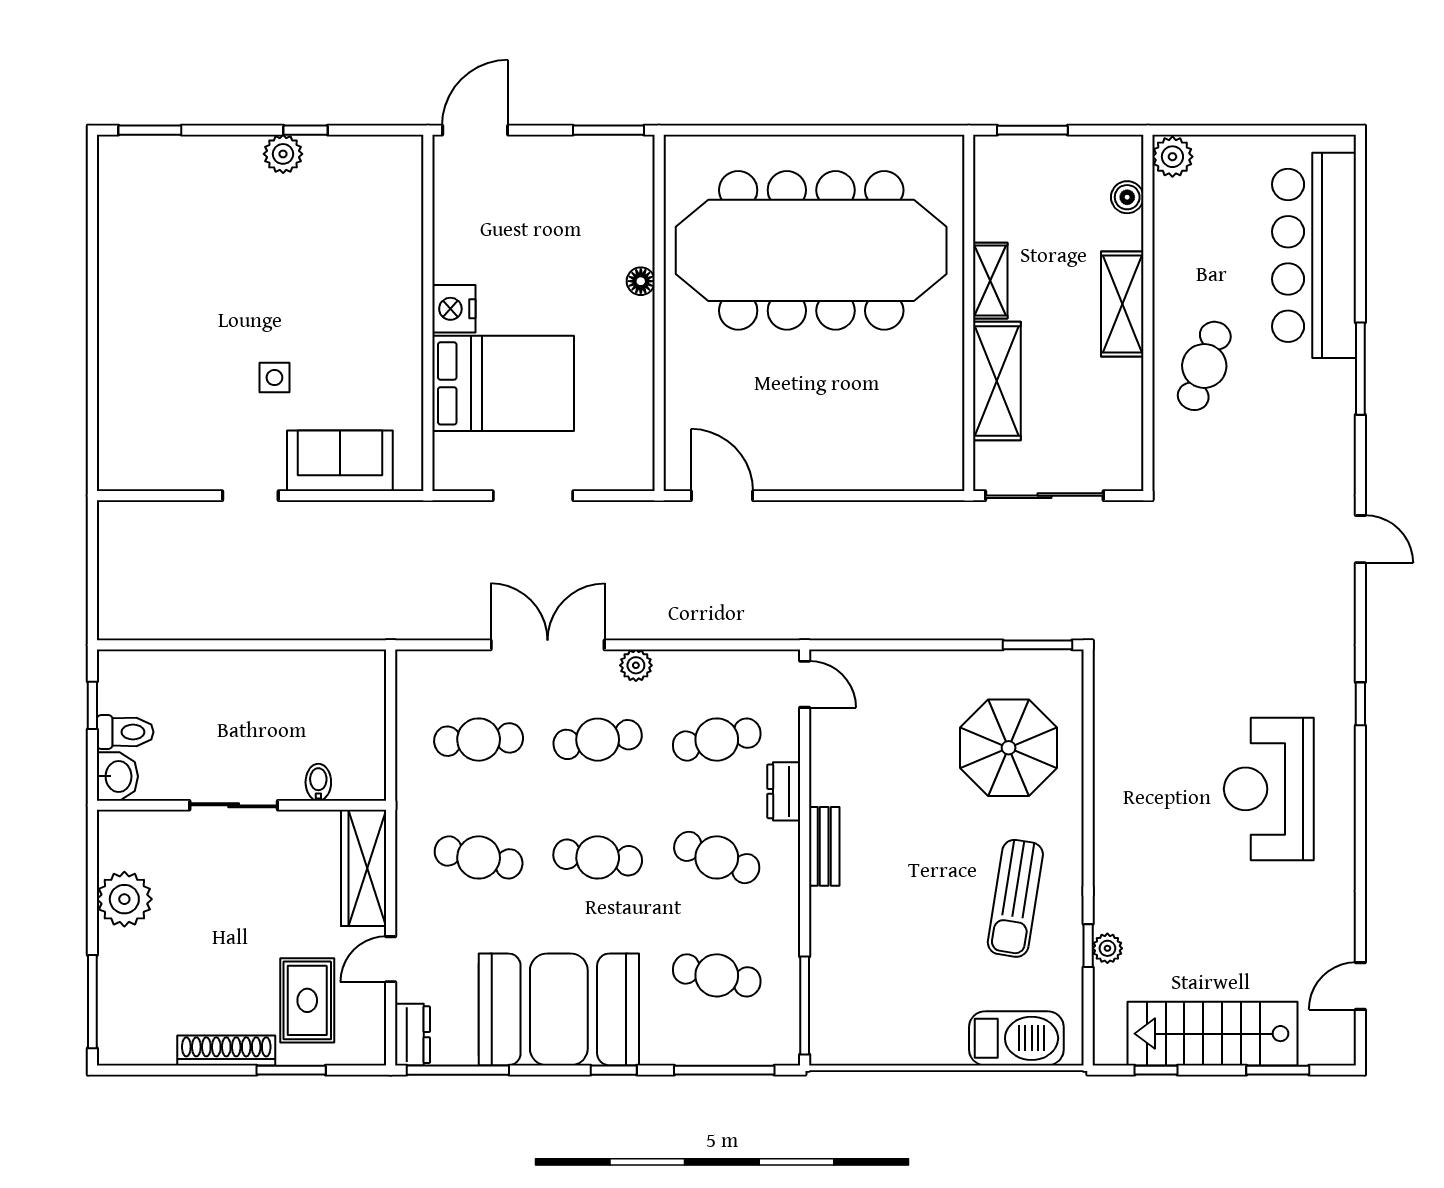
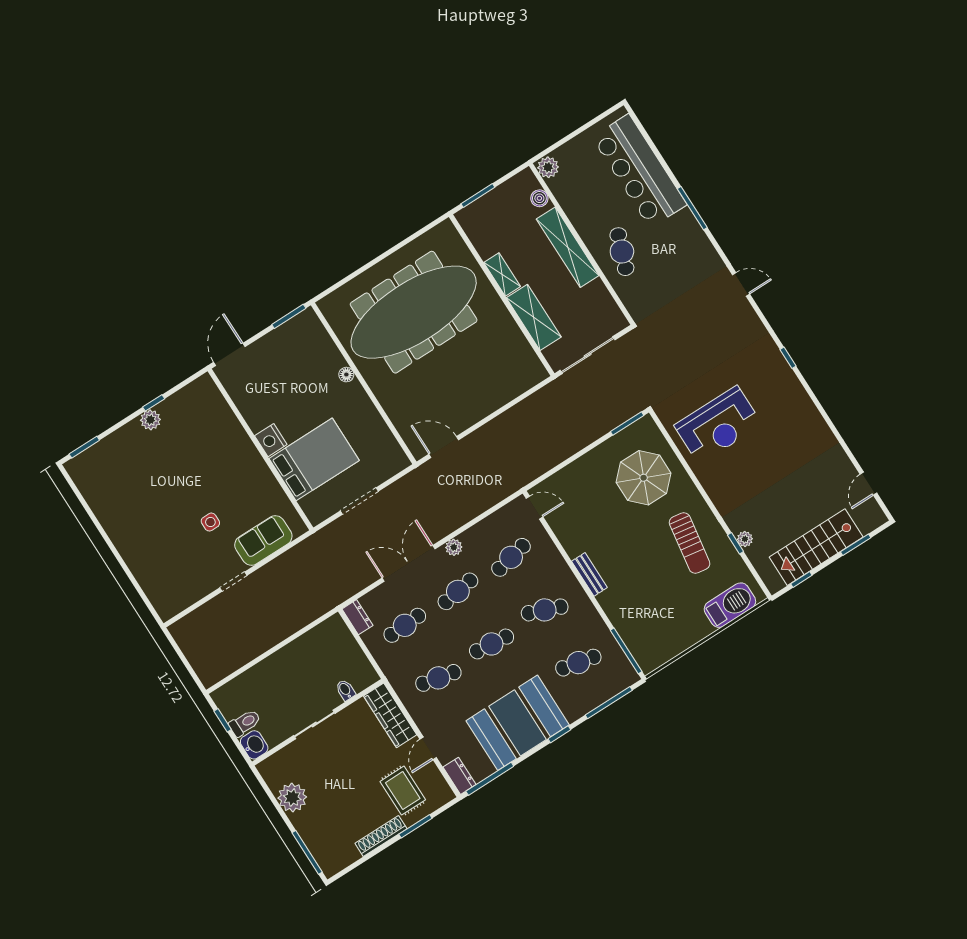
shelving: (1122, 304) -> (568, 247), width x1.47
reception desk: (1269, 789) -> (718, 425), moved, turned -90
dresser: (784, 791) -> (357, 617), moved, turned 180

